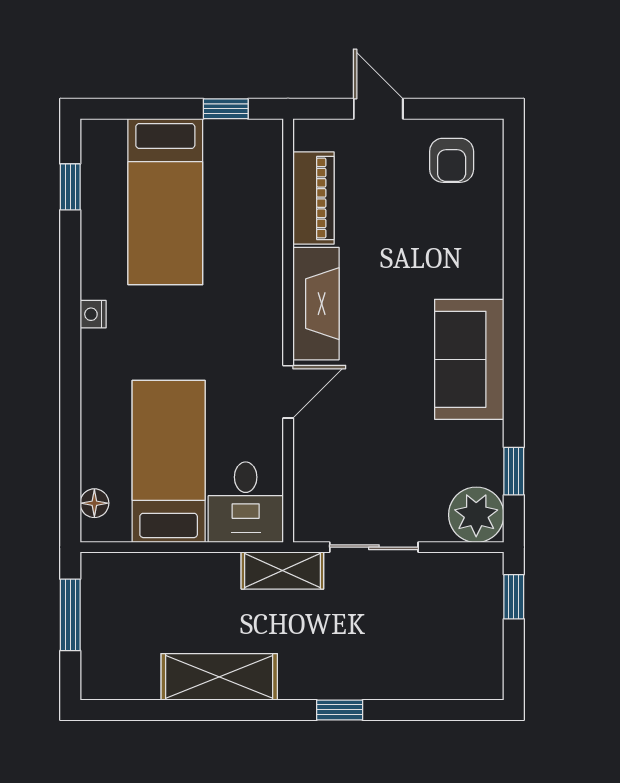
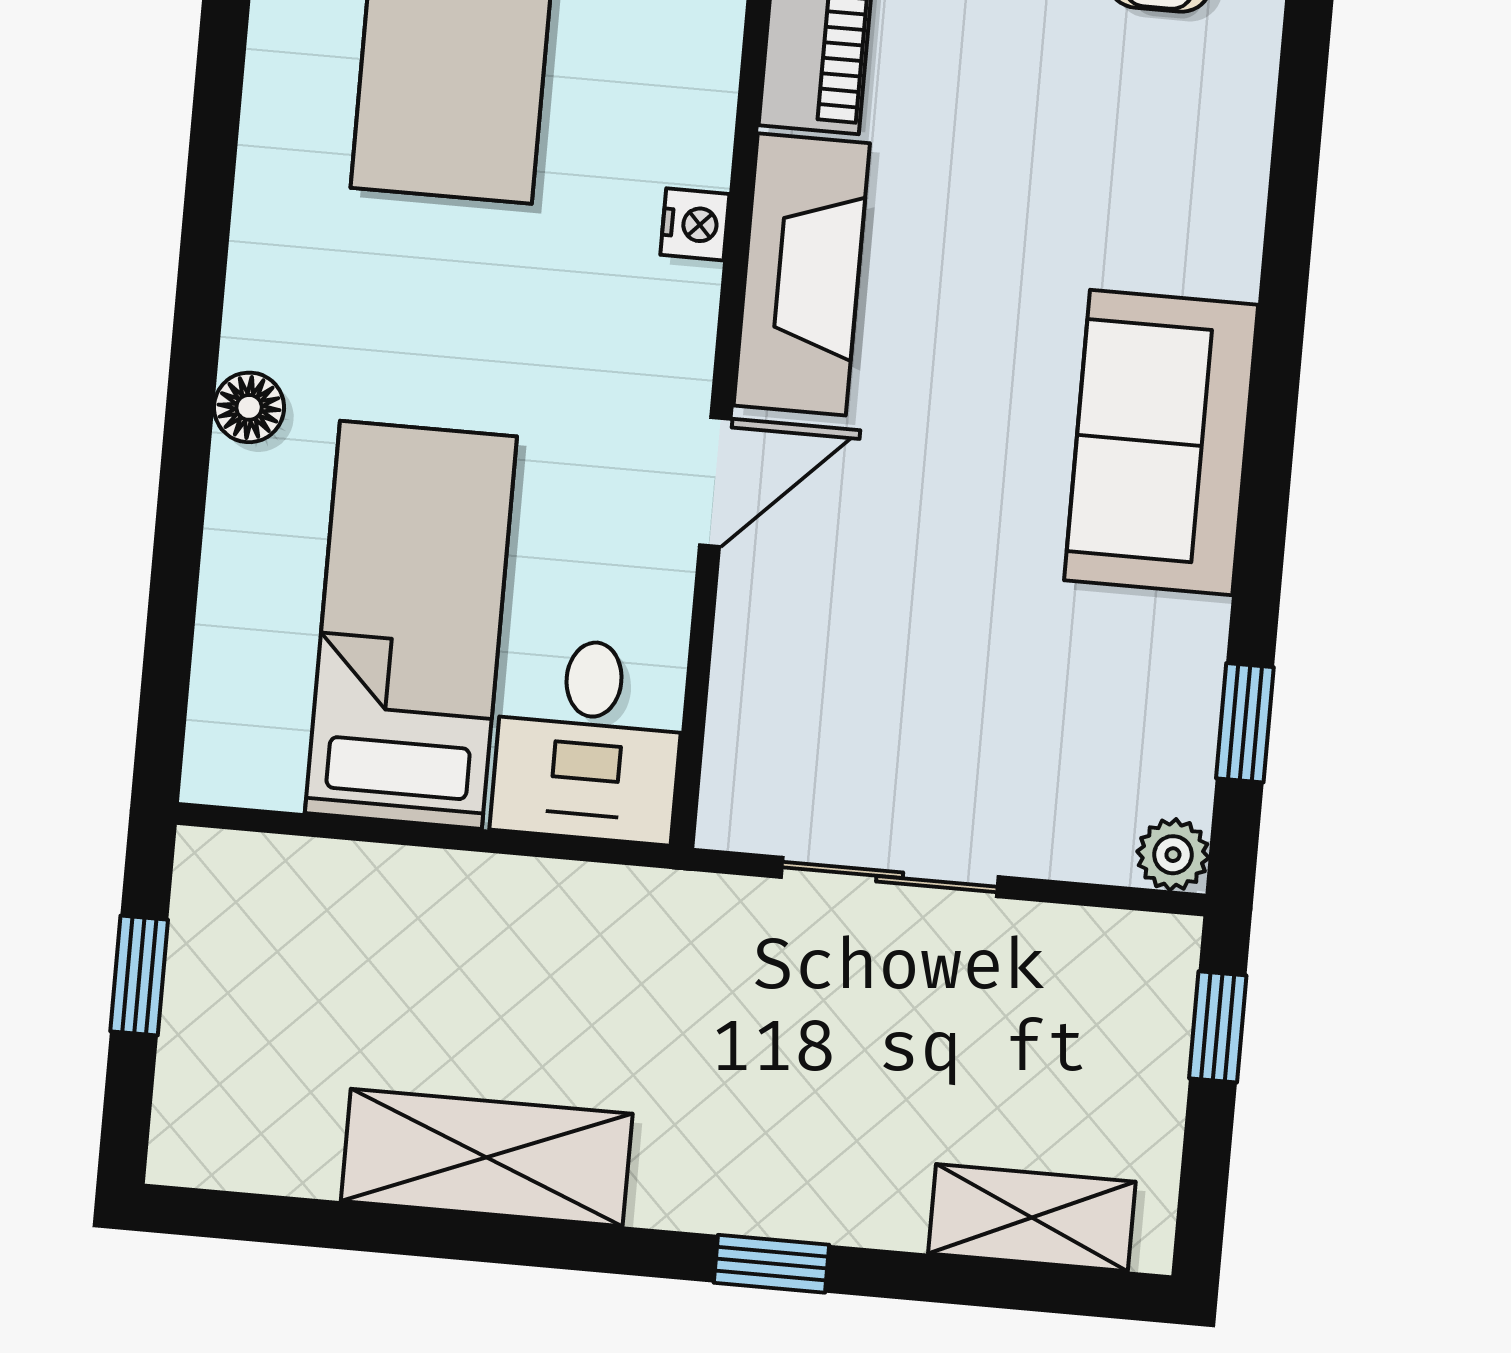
nightstand: (93, 314) -> (695, 224), moved, turned 180
floor lamp: (94, 503) -> (249, 407), moved
plant: (476, 515) -> (1173, 855), width x0.53, depth x0.53
shelving: (282, 570) -> (1032, 1218), moved
window: (70, 615) -> (139, 975), width x0.67

